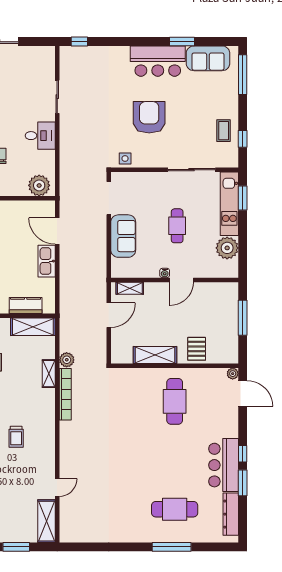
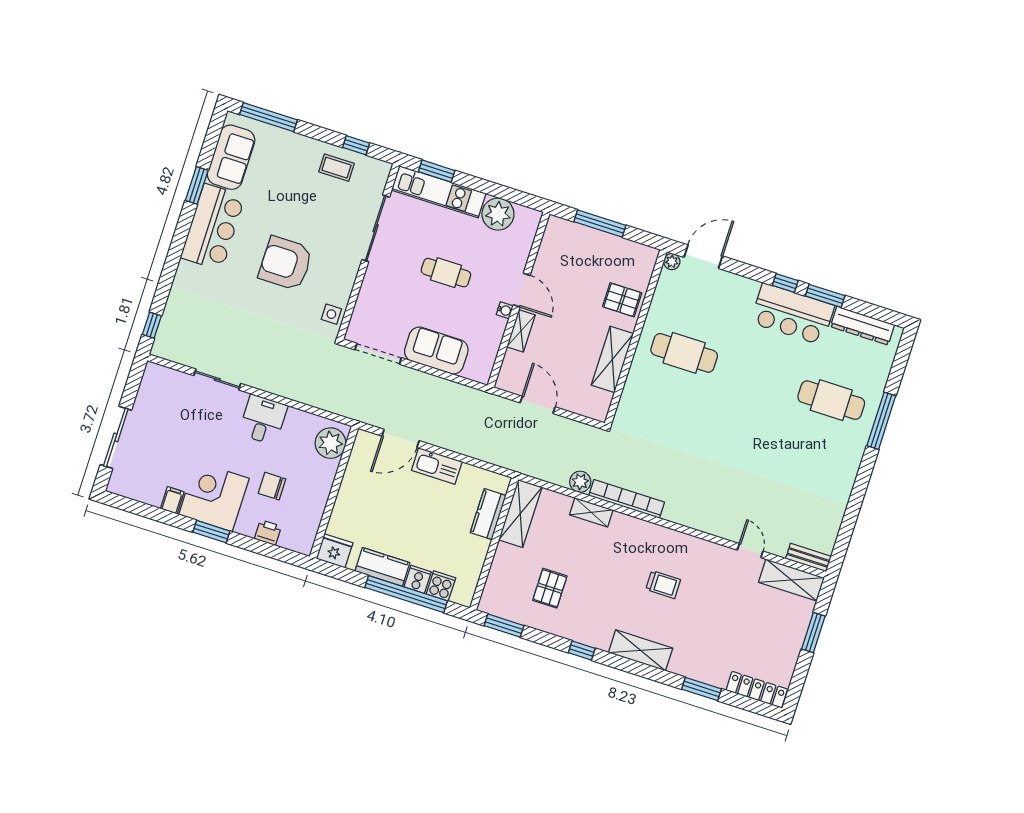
shelving: (130, 288) -> (521, 331), moved
cafe table: (175, 509) -> (831, 400), turned 90
bench: (65, 528) -> (808, 557), added

